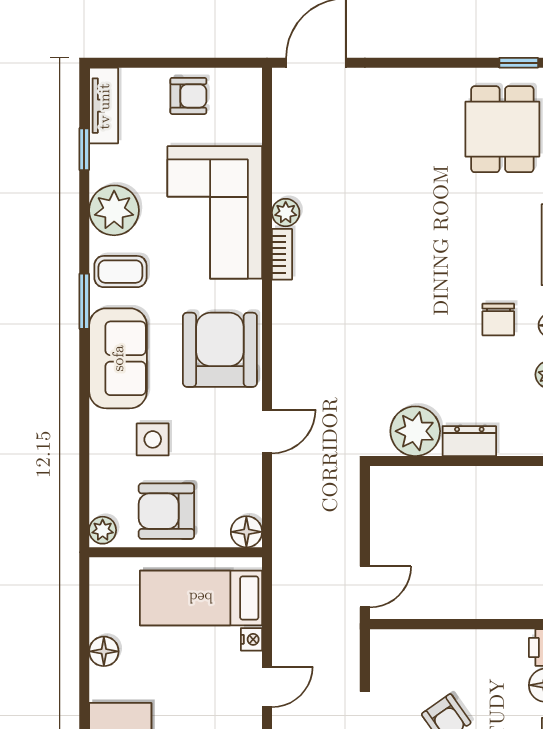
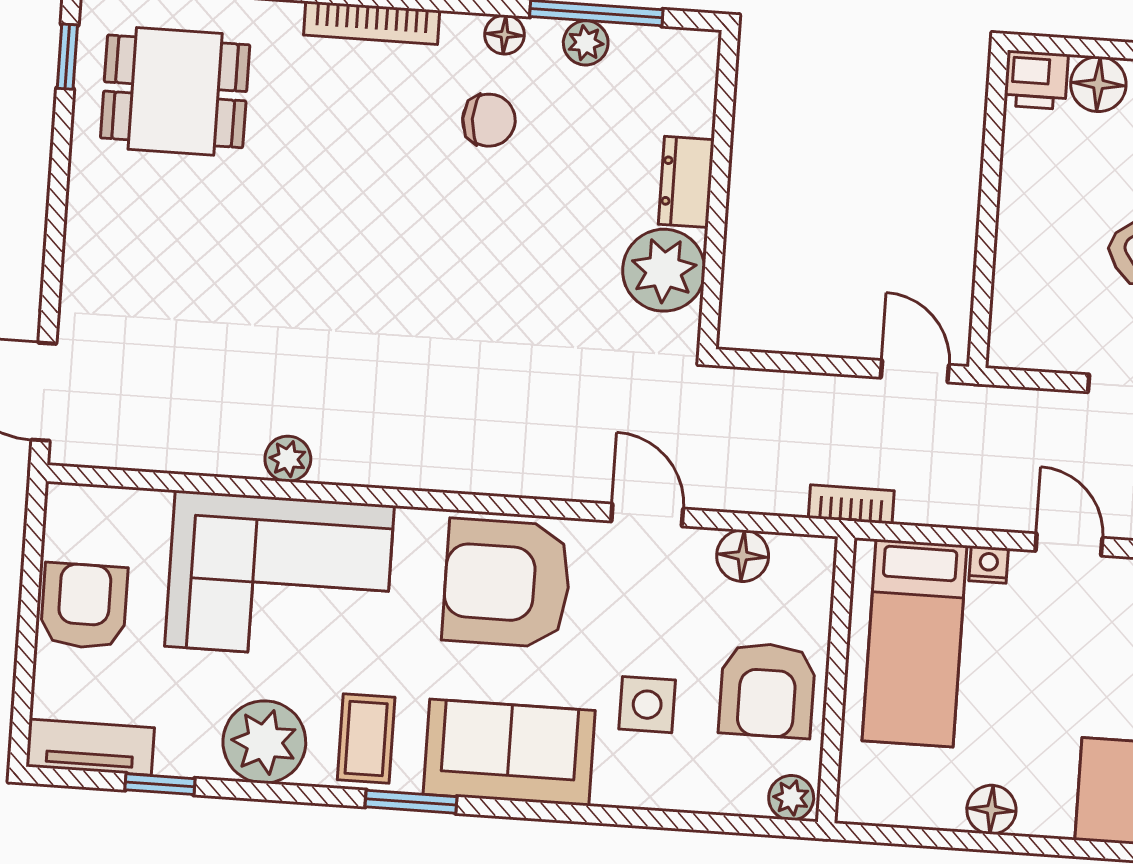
armchair: (188, 96) -> (84, 606), width x1.38, depth x1.38
bookcase: (282, 254) -> (851, 504), moved
floor lamp: (246, 532) -> (743, 556), moved

